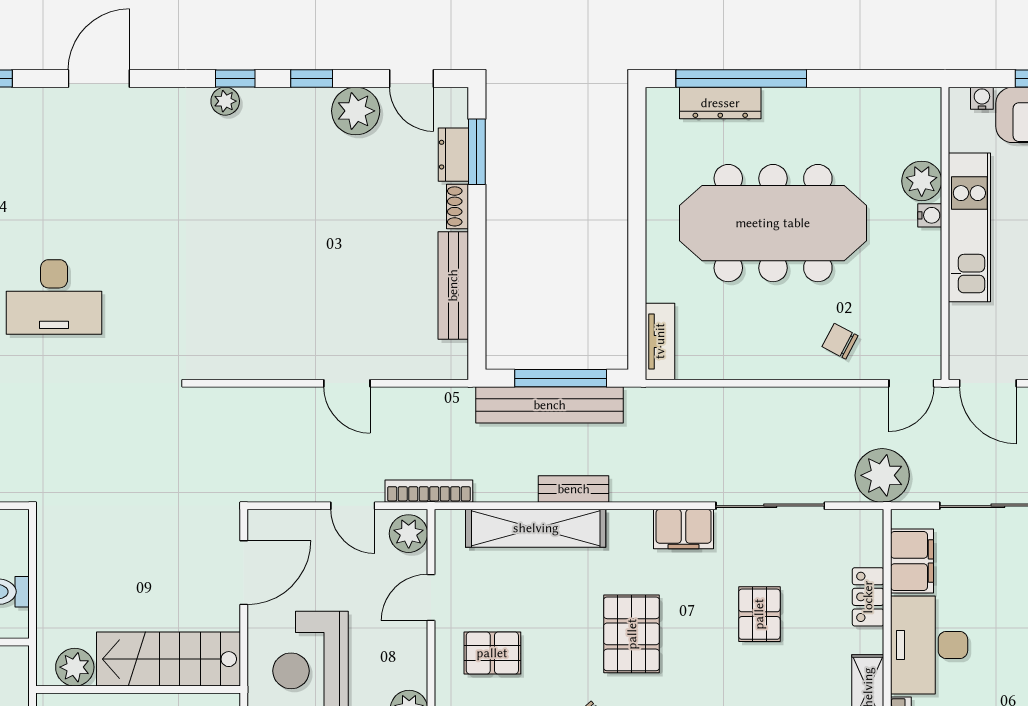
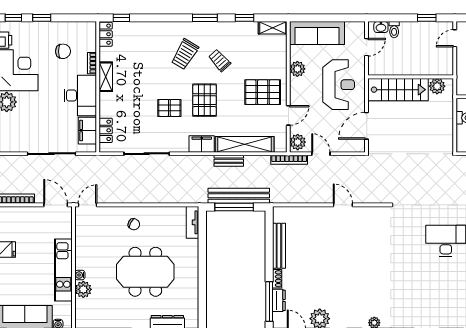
window: (477, 152) -> (269, 302), width x1.44
meeting table: (773, 223) -> (145, 272), width x0.73
chair: (840, 341) -> (134, 224), moved
door: (347, 383) -> (343, 205), moved
plant: (882, 475) -> (100, 166), removed
filing cabinet: (684, 529) -> (202, 144), moved
locker: (868, 597) -> (106, 130), moved
pallet: (759, 614) -> (169, 108), moved, turned 90
pallet: (492, 653) -> (263, 92), width x1.50, depth x1.42

